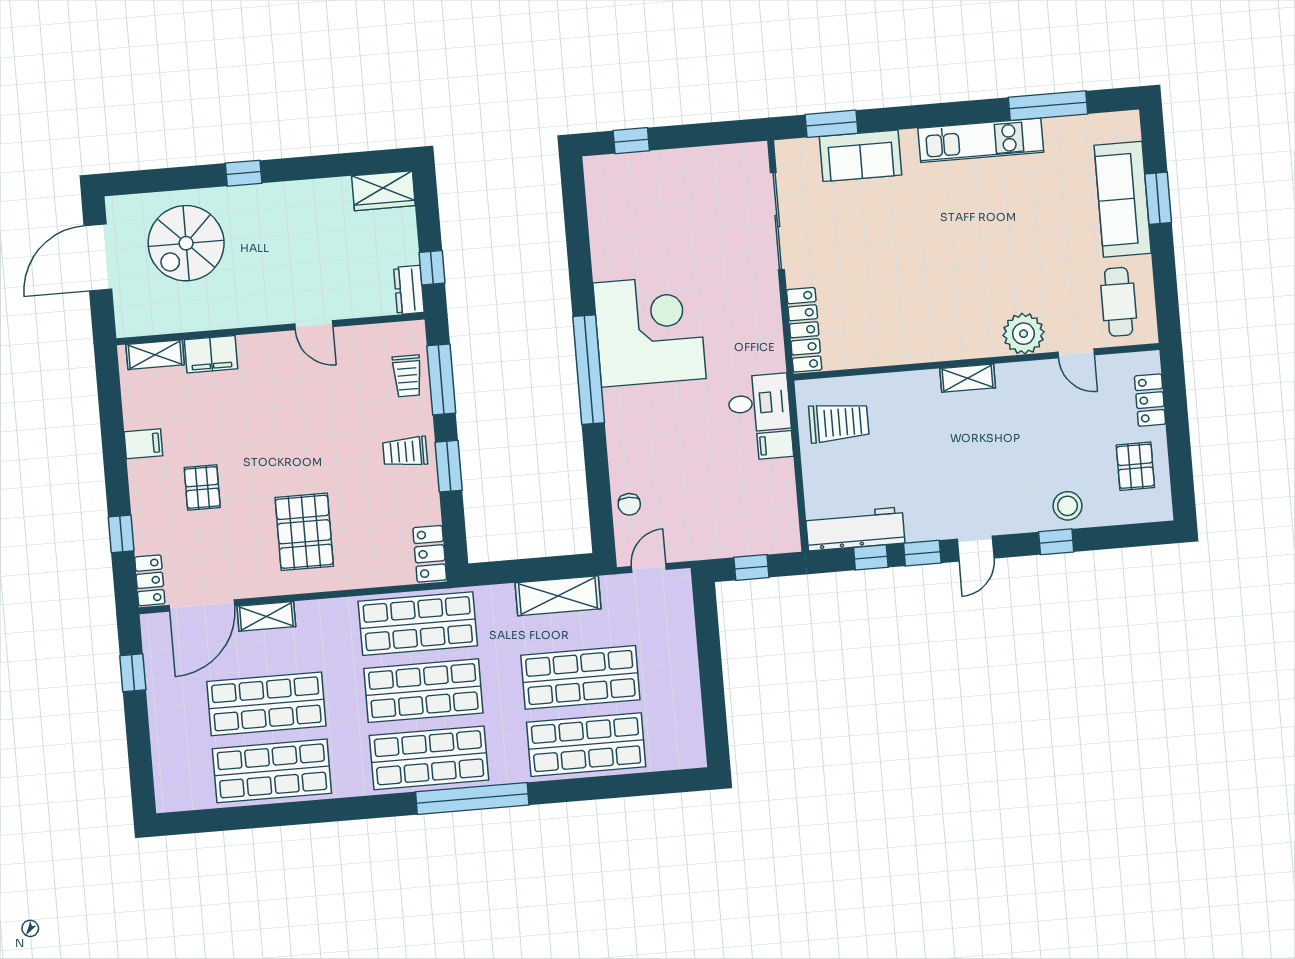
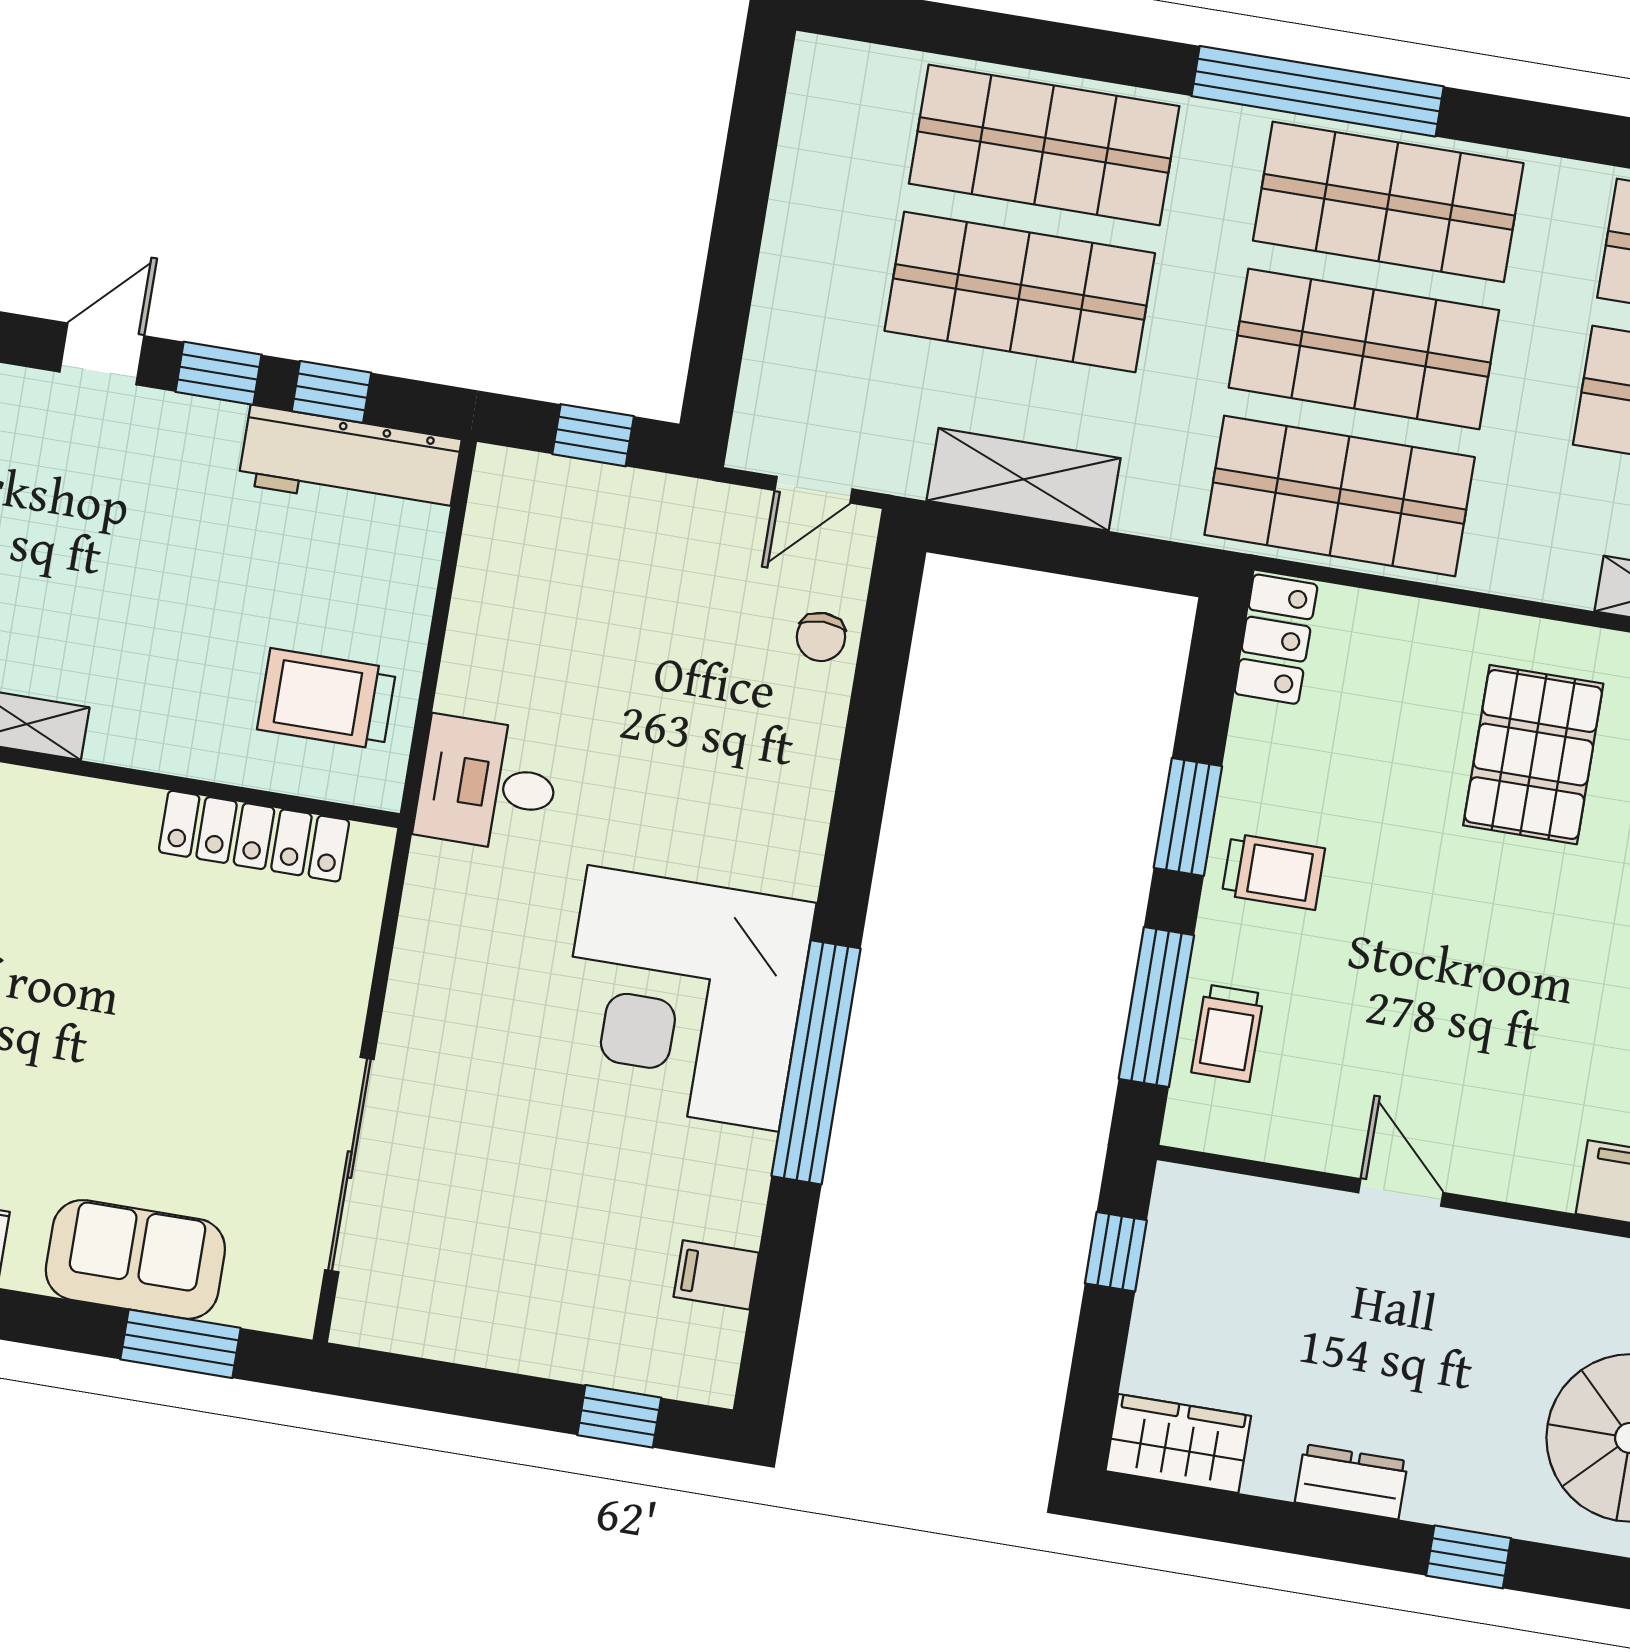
dresser: (409, 290) -> (1351, 1482), moved, turned -90
locker: (804, 330) -> (254, 836), moved, turned -90
window: (589, 370) -> (816, 1062), moved
trolley: (407, 376) -> (1228, 1033), turned 180
filing cabinet: (775, 445) -> (716, 1275), moved, turned 180
chair: (629, 504) -> (821, 637), turned 180

